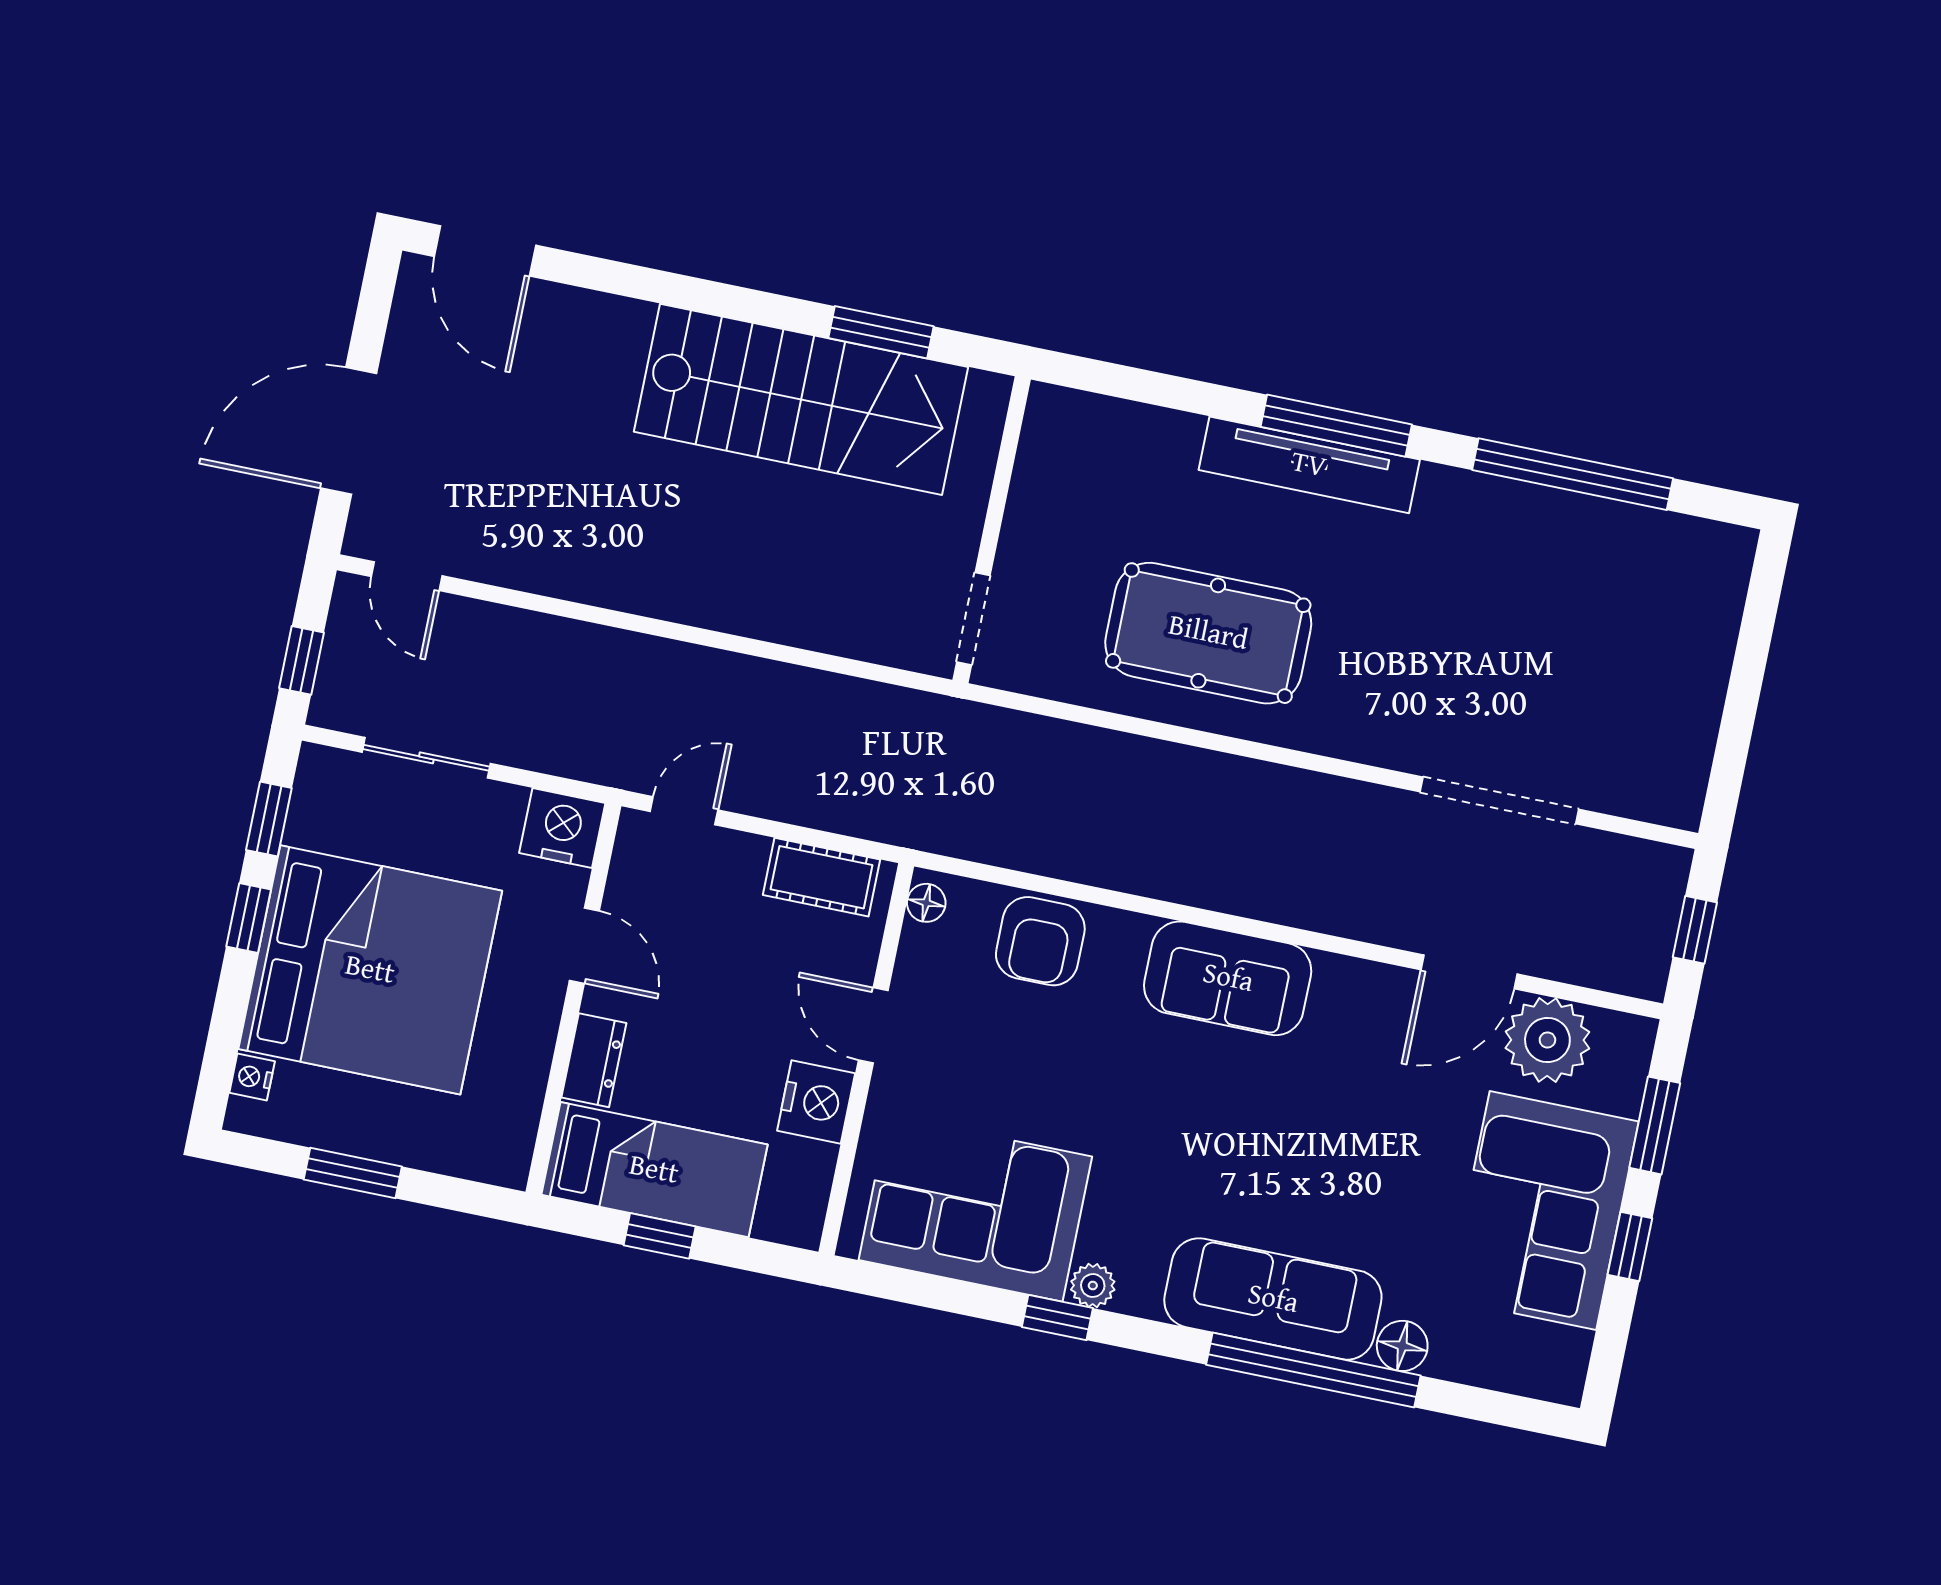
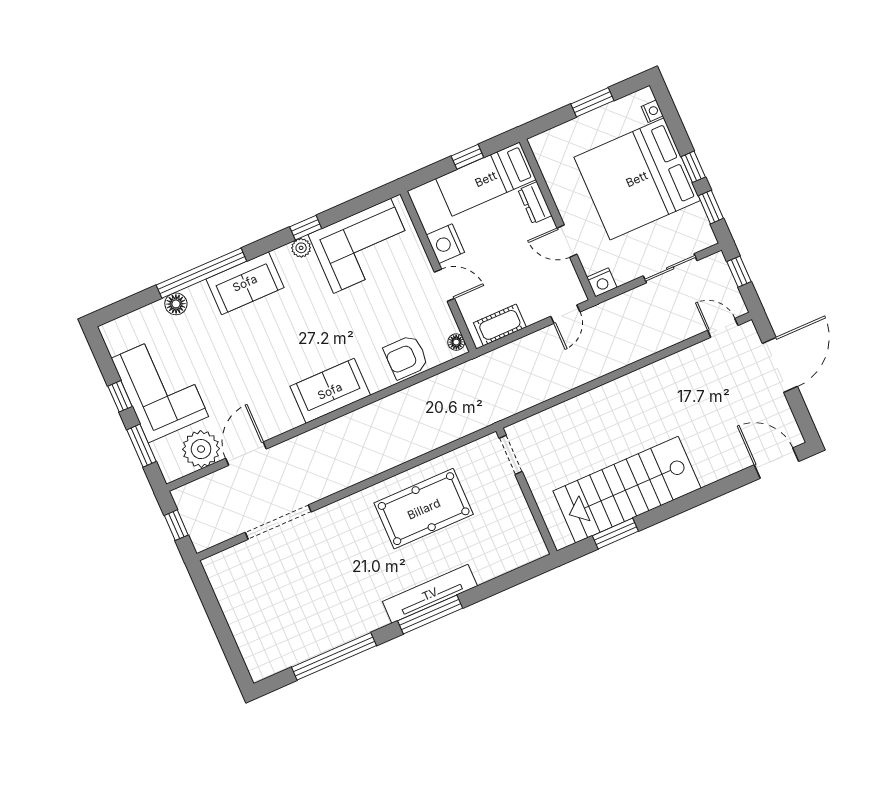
nightstand: (562, 828) -> (602, 282), width x0.74, depth x0.75
armchair: (1040, 941) -> (406, 357), turned -90
sofa: (1273, 1299) -> (245, 283), width x0.73

